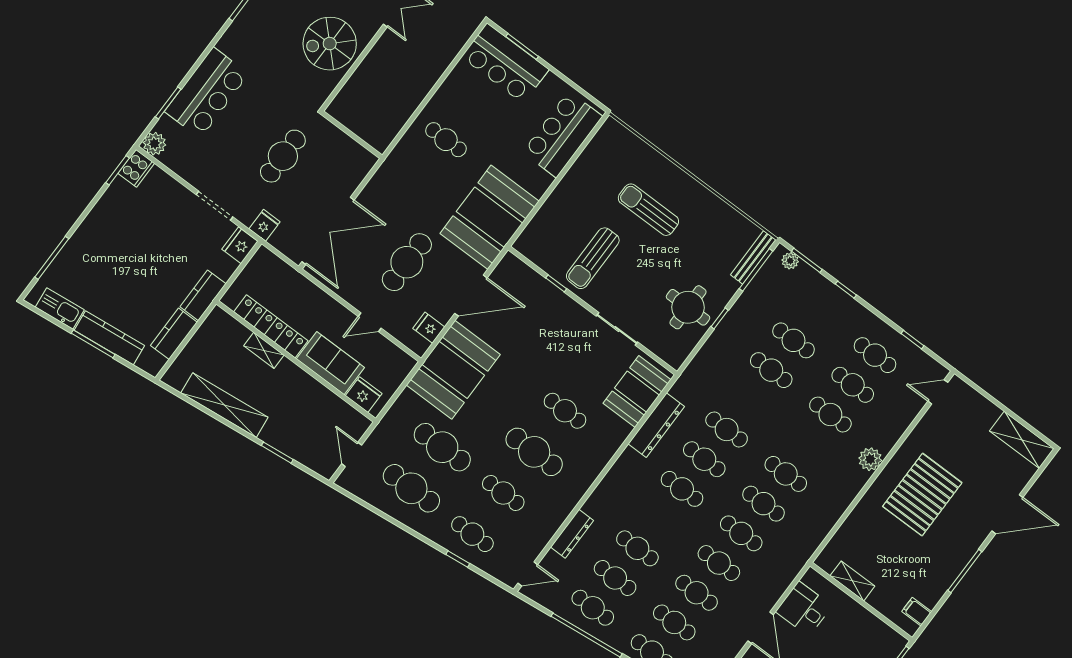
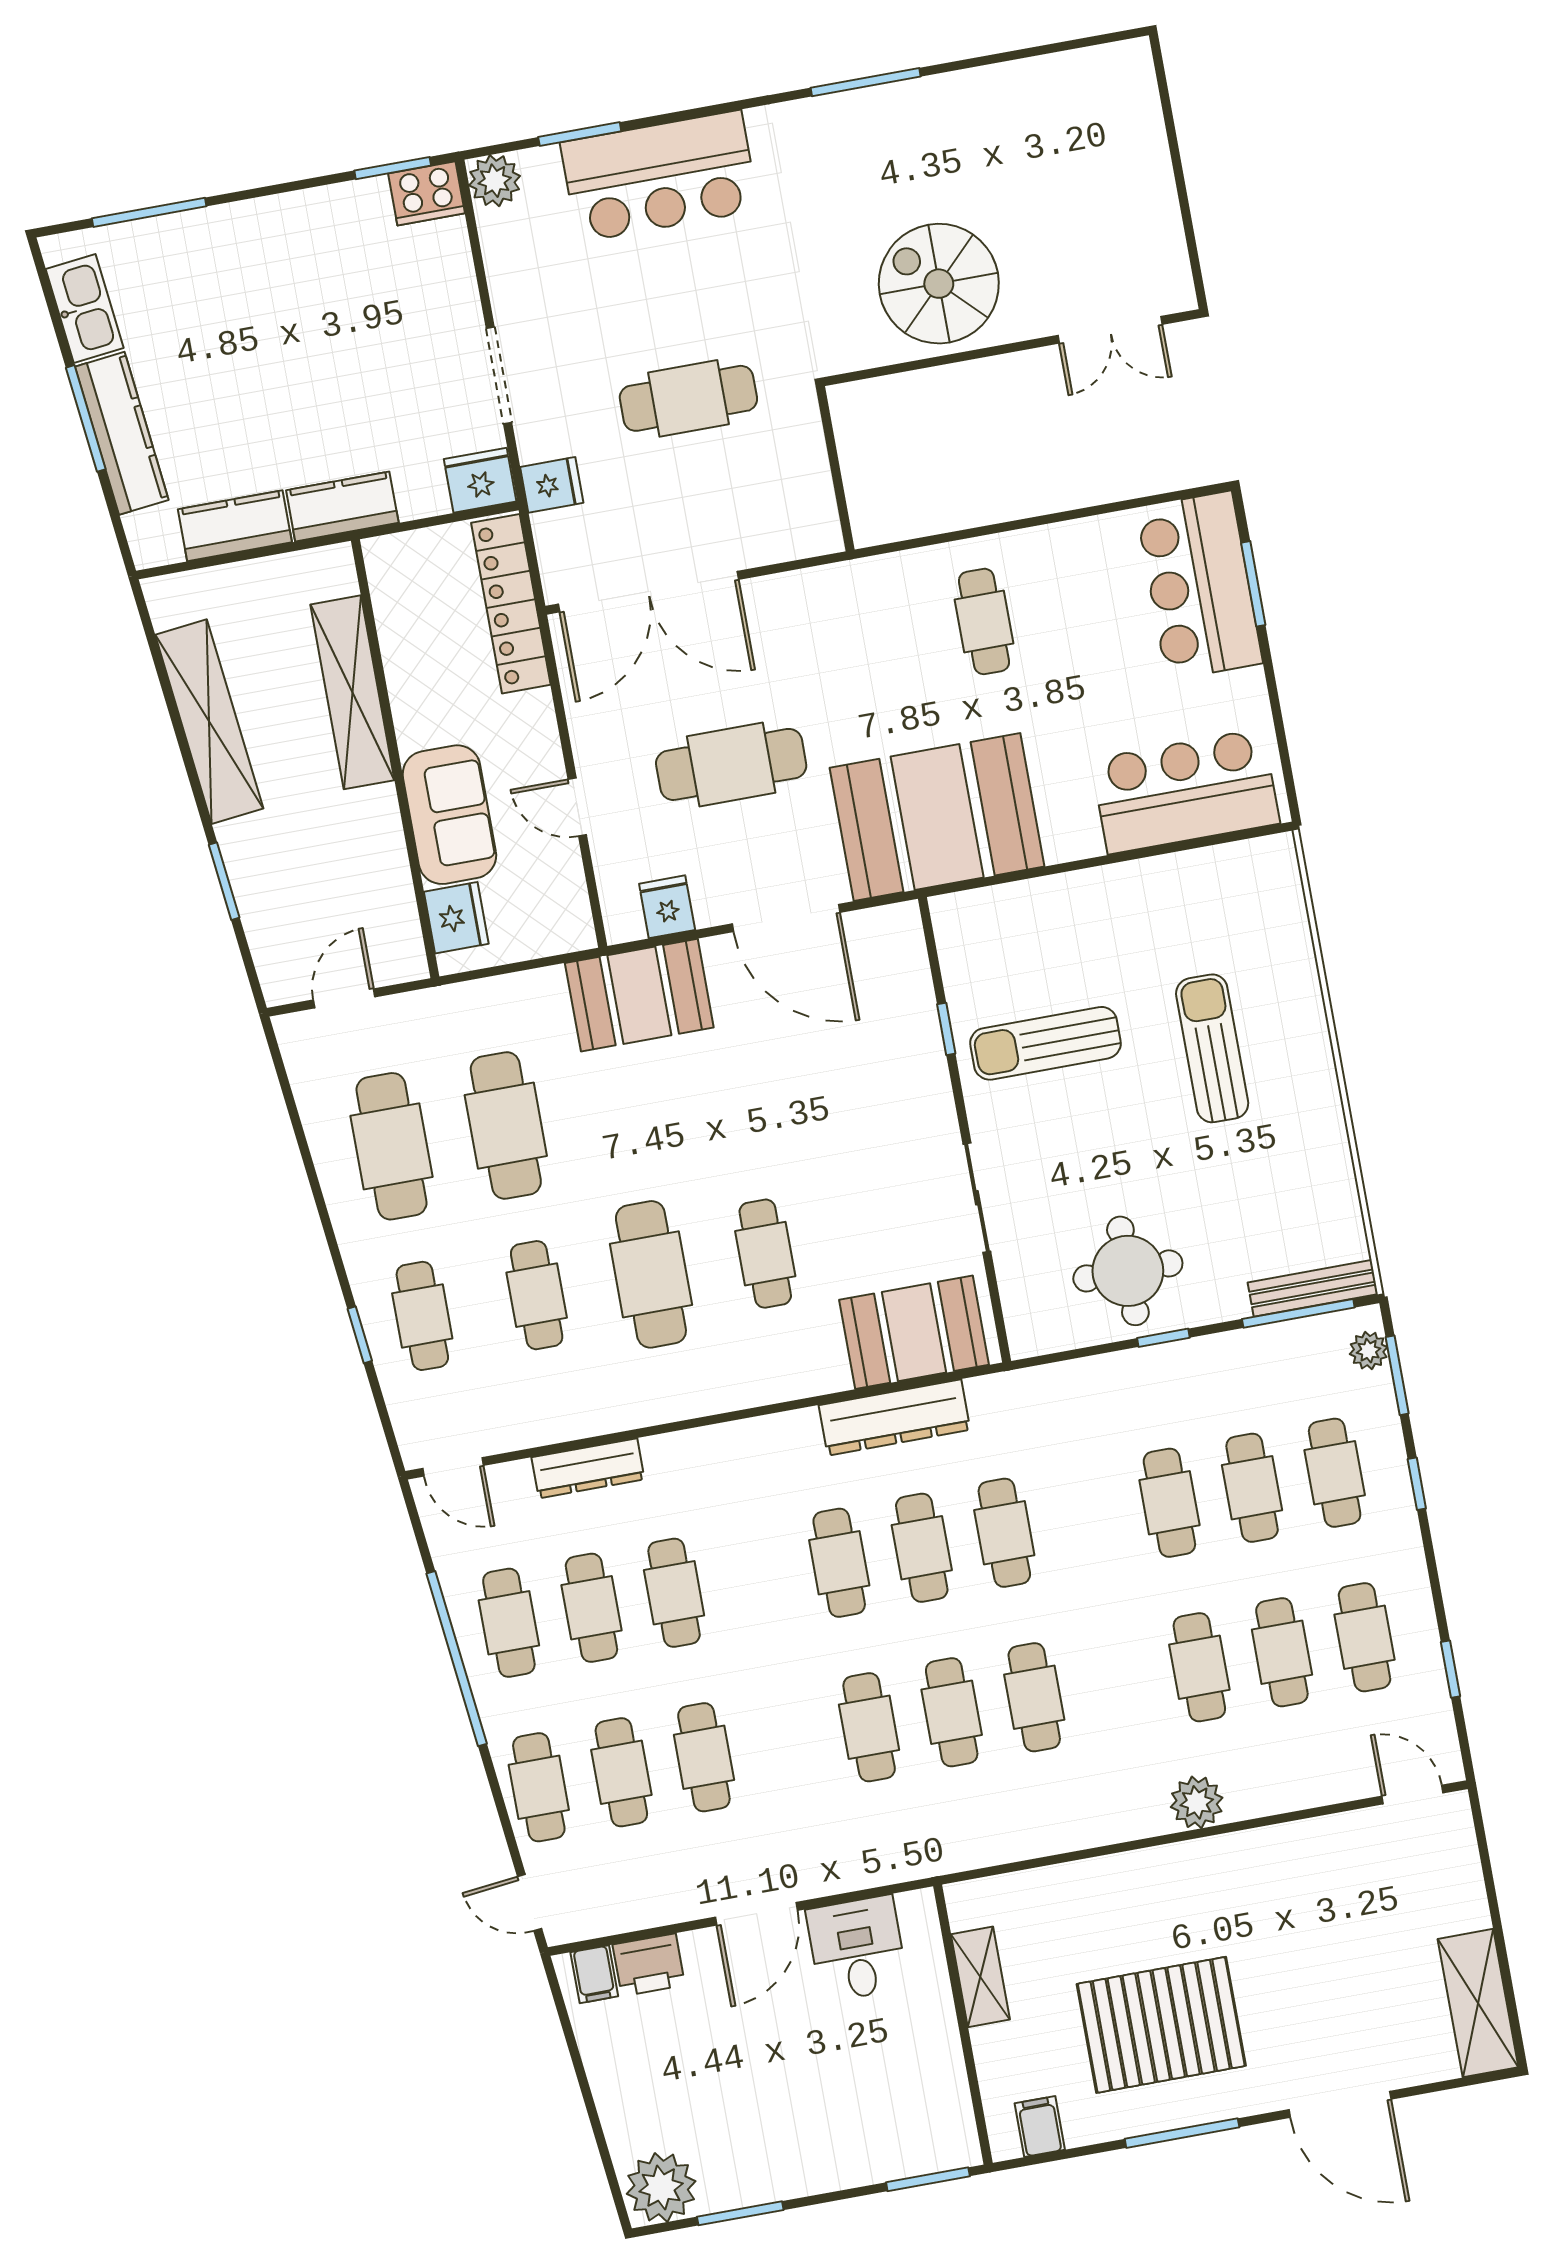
locker: (271, 326) -> (511, 604), moved, turned 180
shelving: (264, 350) -> (352, 692), width x2.20, depth x1.33
booth: (453, 370) -> (639, 995), width x0.73, depth x0.70
pallet: (922, 495) -> (1161, 2025), moved
cafe table: (719, 563) -> (1335, 1473), moved

